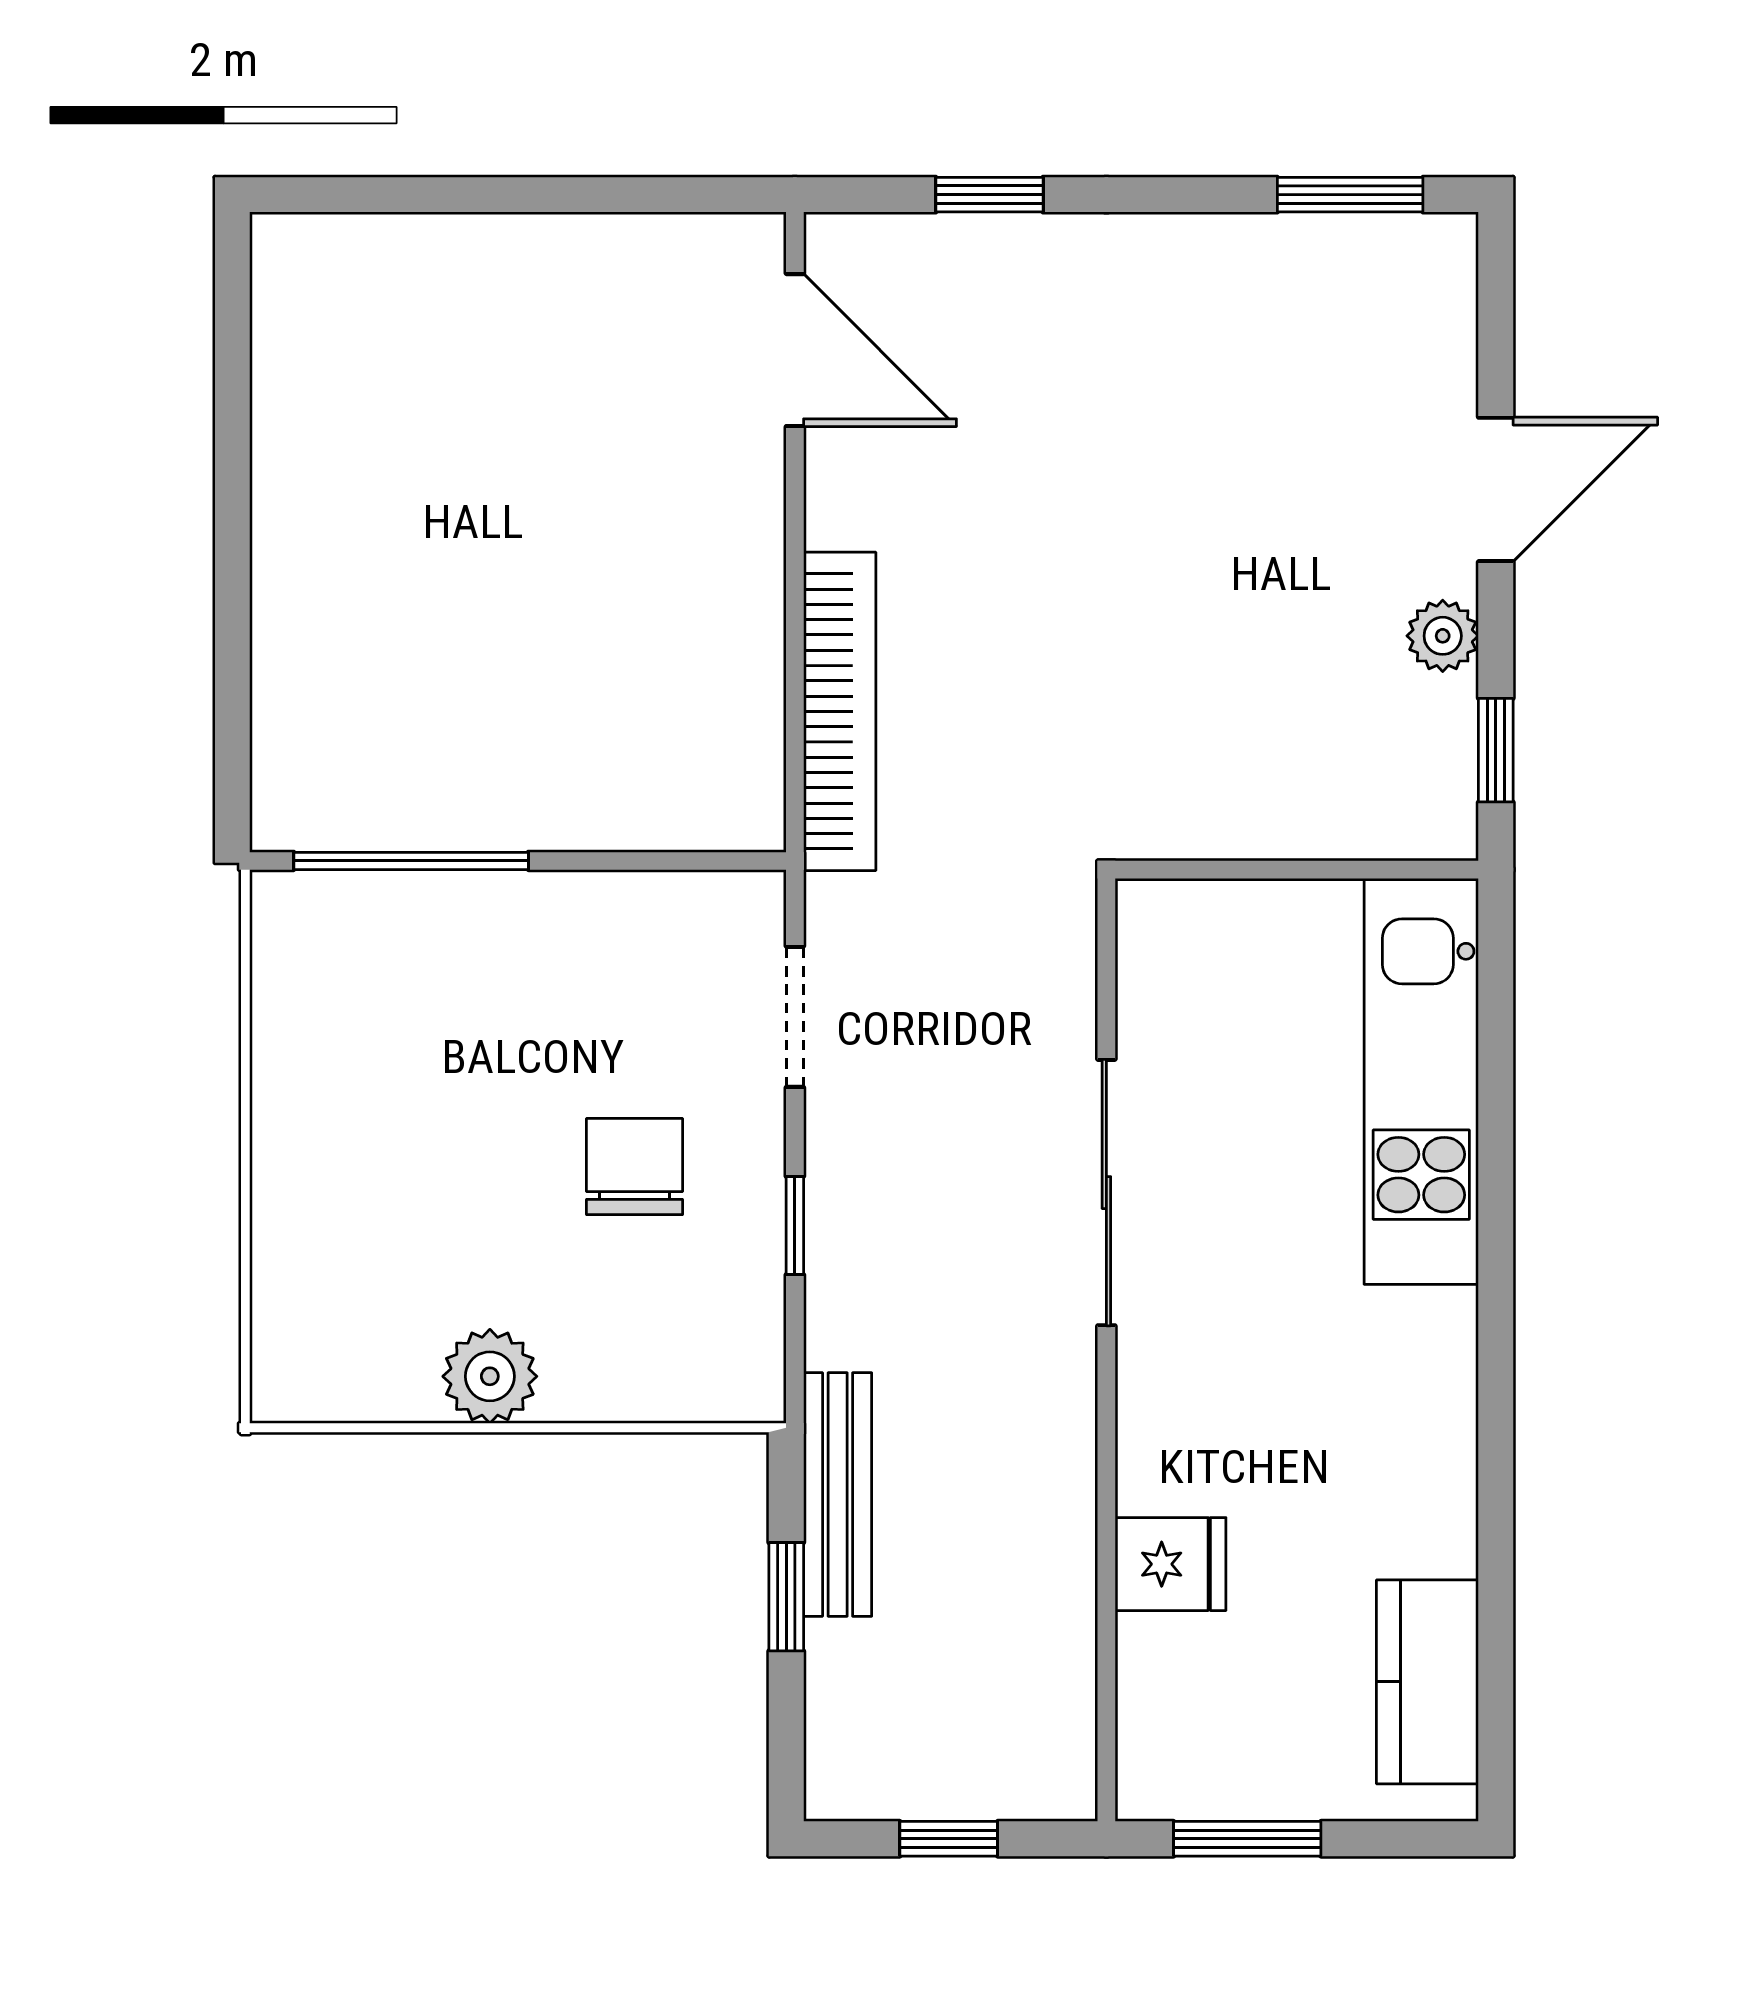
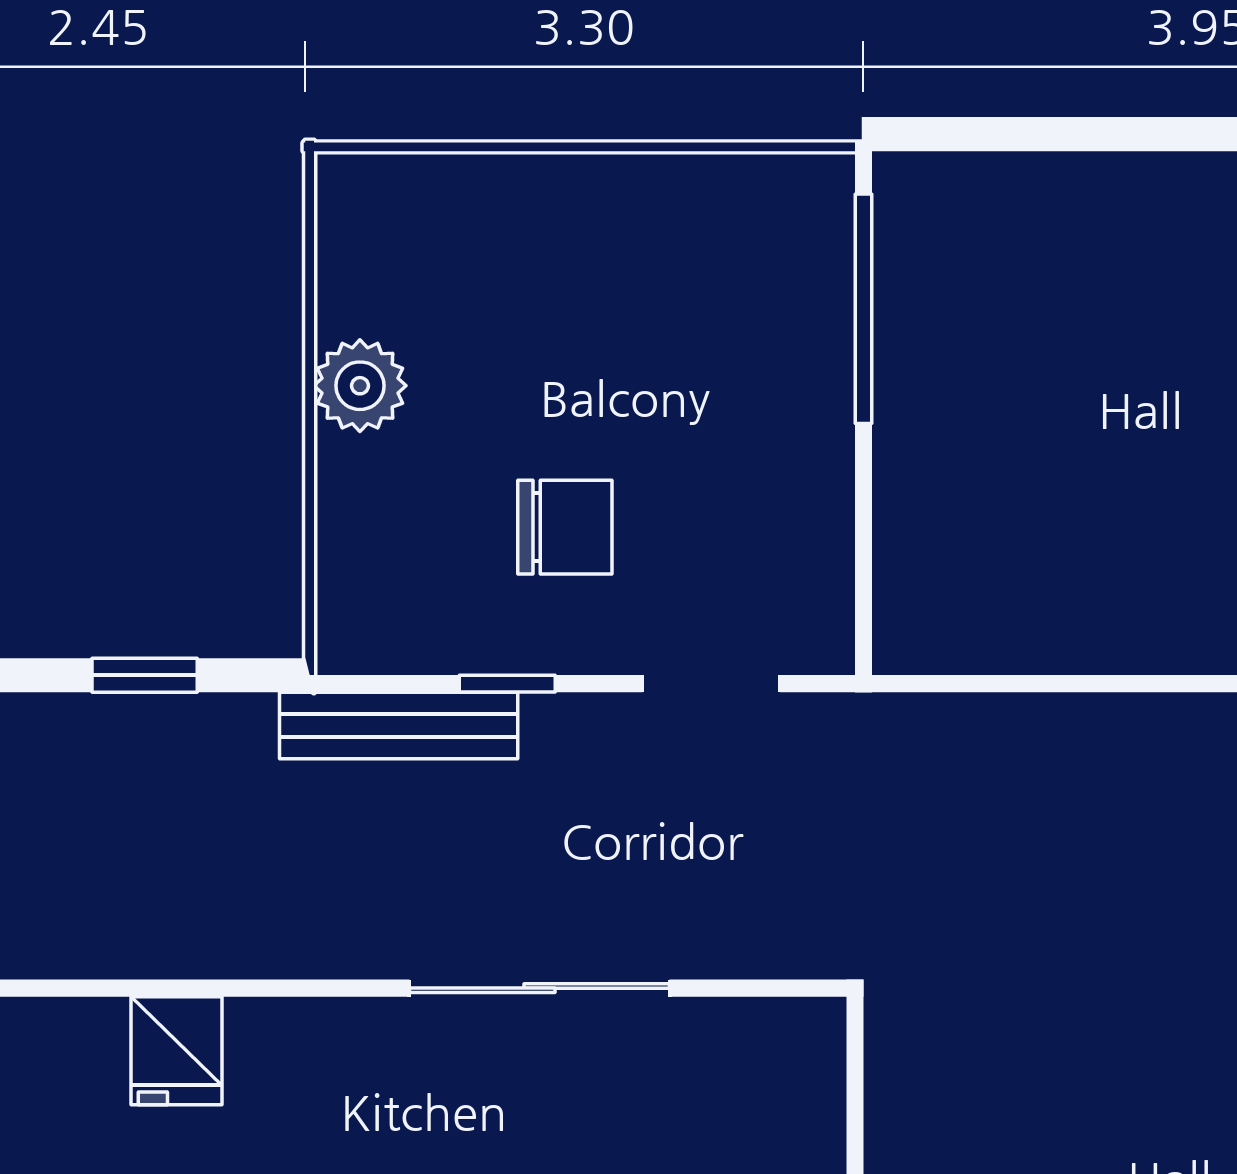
bookcase: (840, 711) -> (1010, 727), removed
bench: (838, 1495) -> (399, 725), moved

